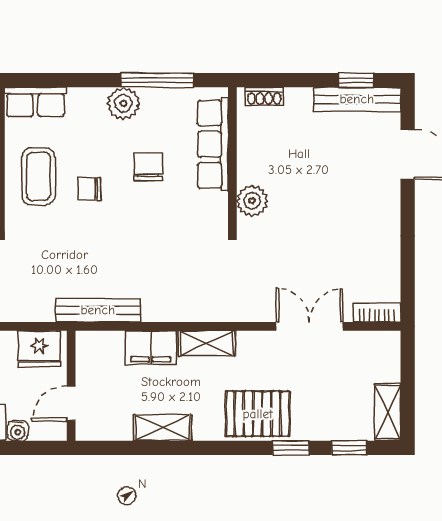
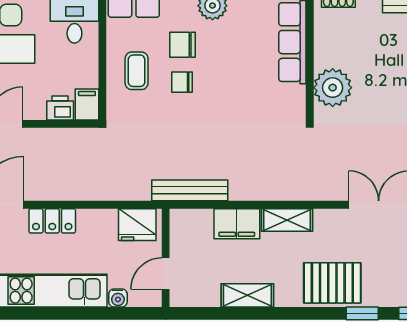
chair: (148, 167) -> (182, 45), moved, turned -90
coffee table: (38, 176) -> (137, 71), width x0.73, depth x0.77
plant: (252, 201) -> (333, 88), width x1.36, depth x1.36

